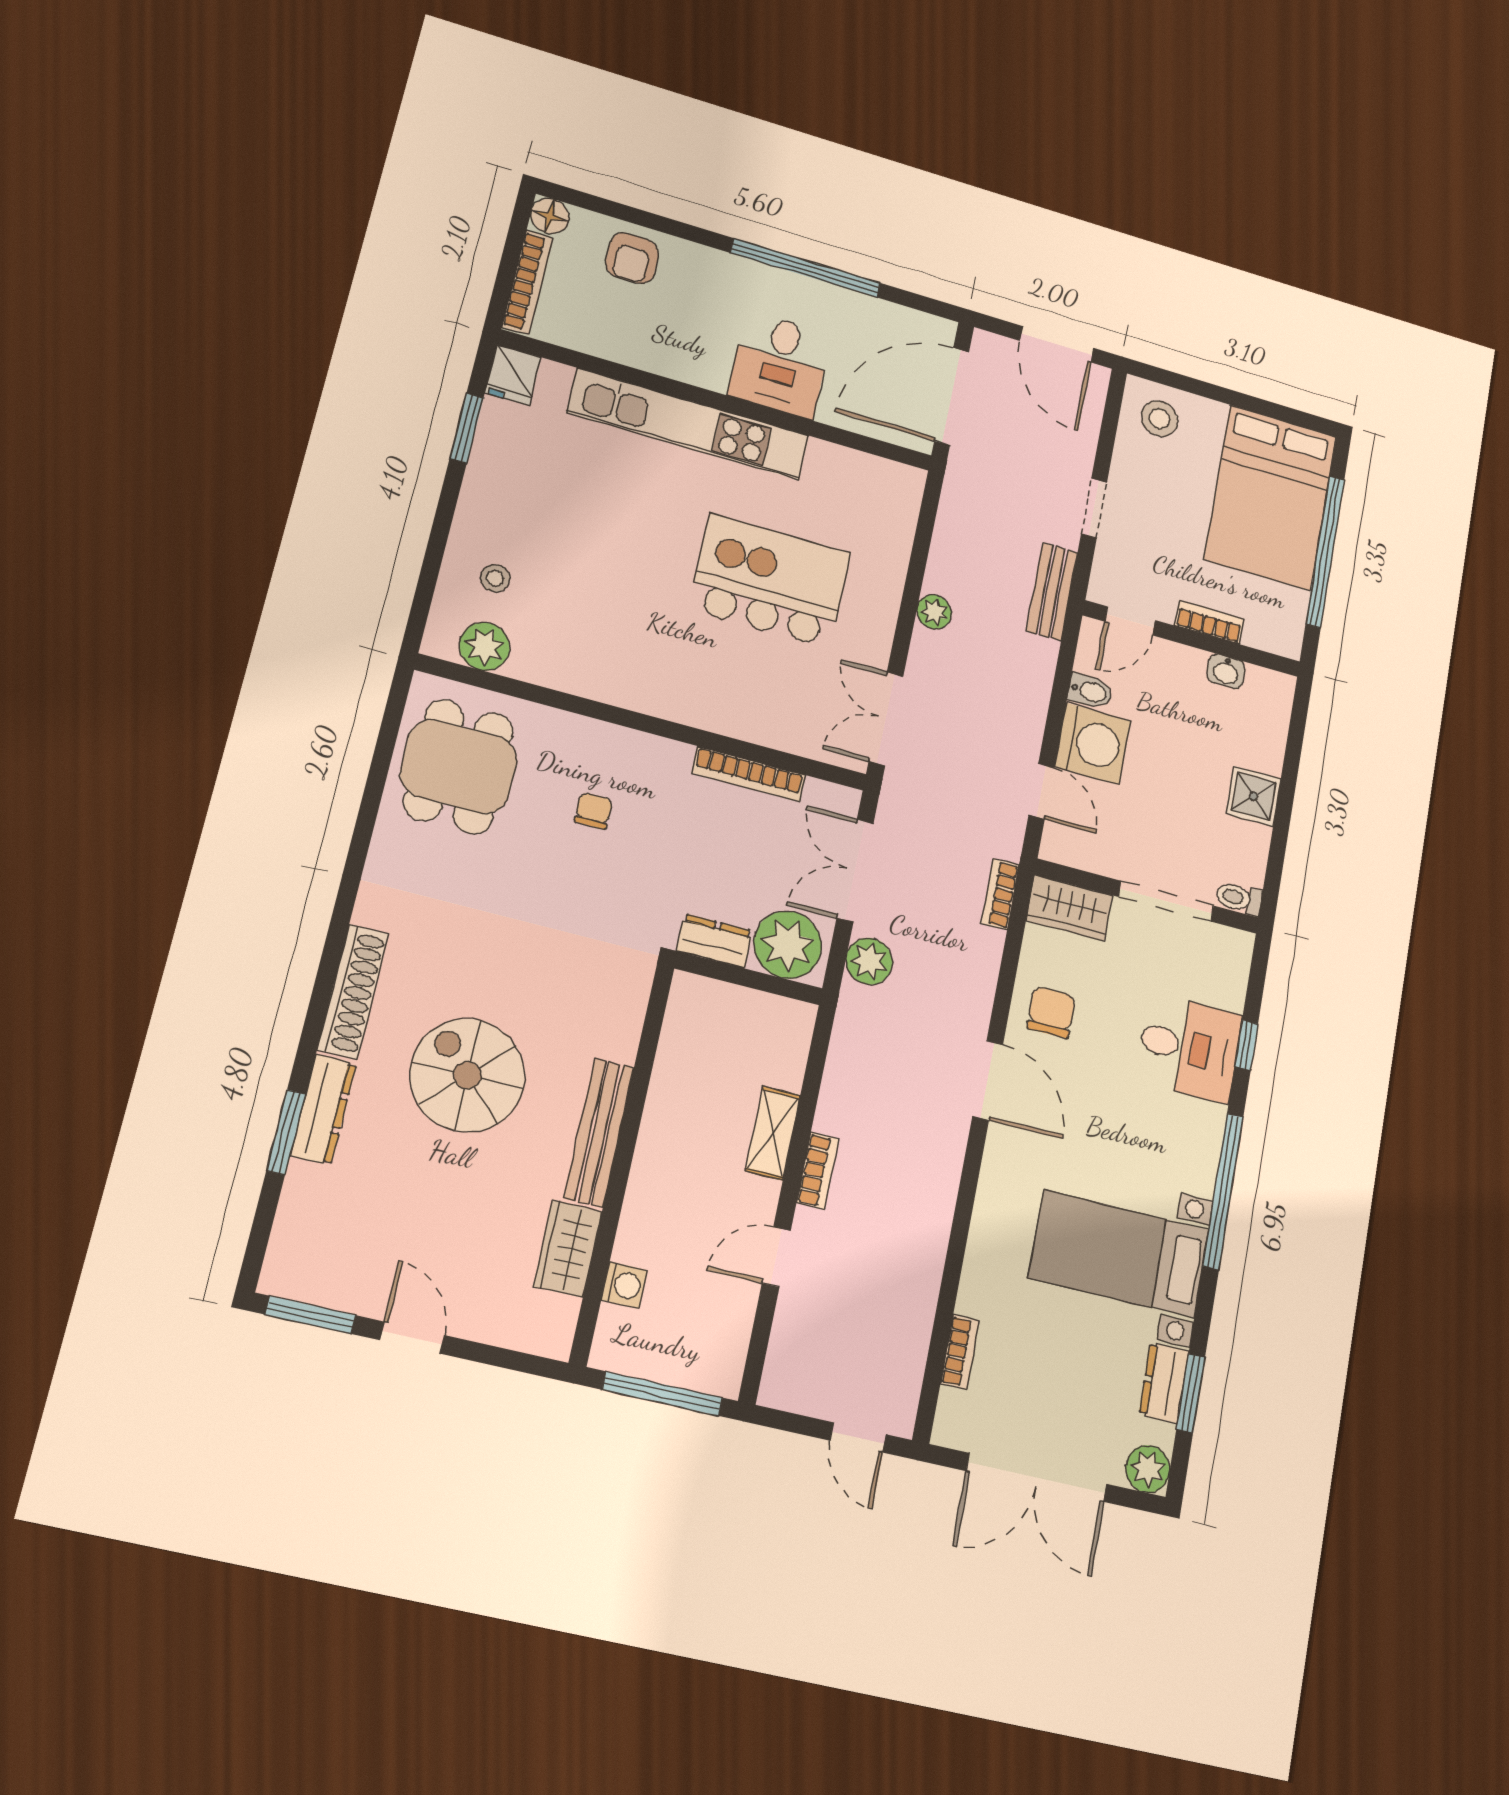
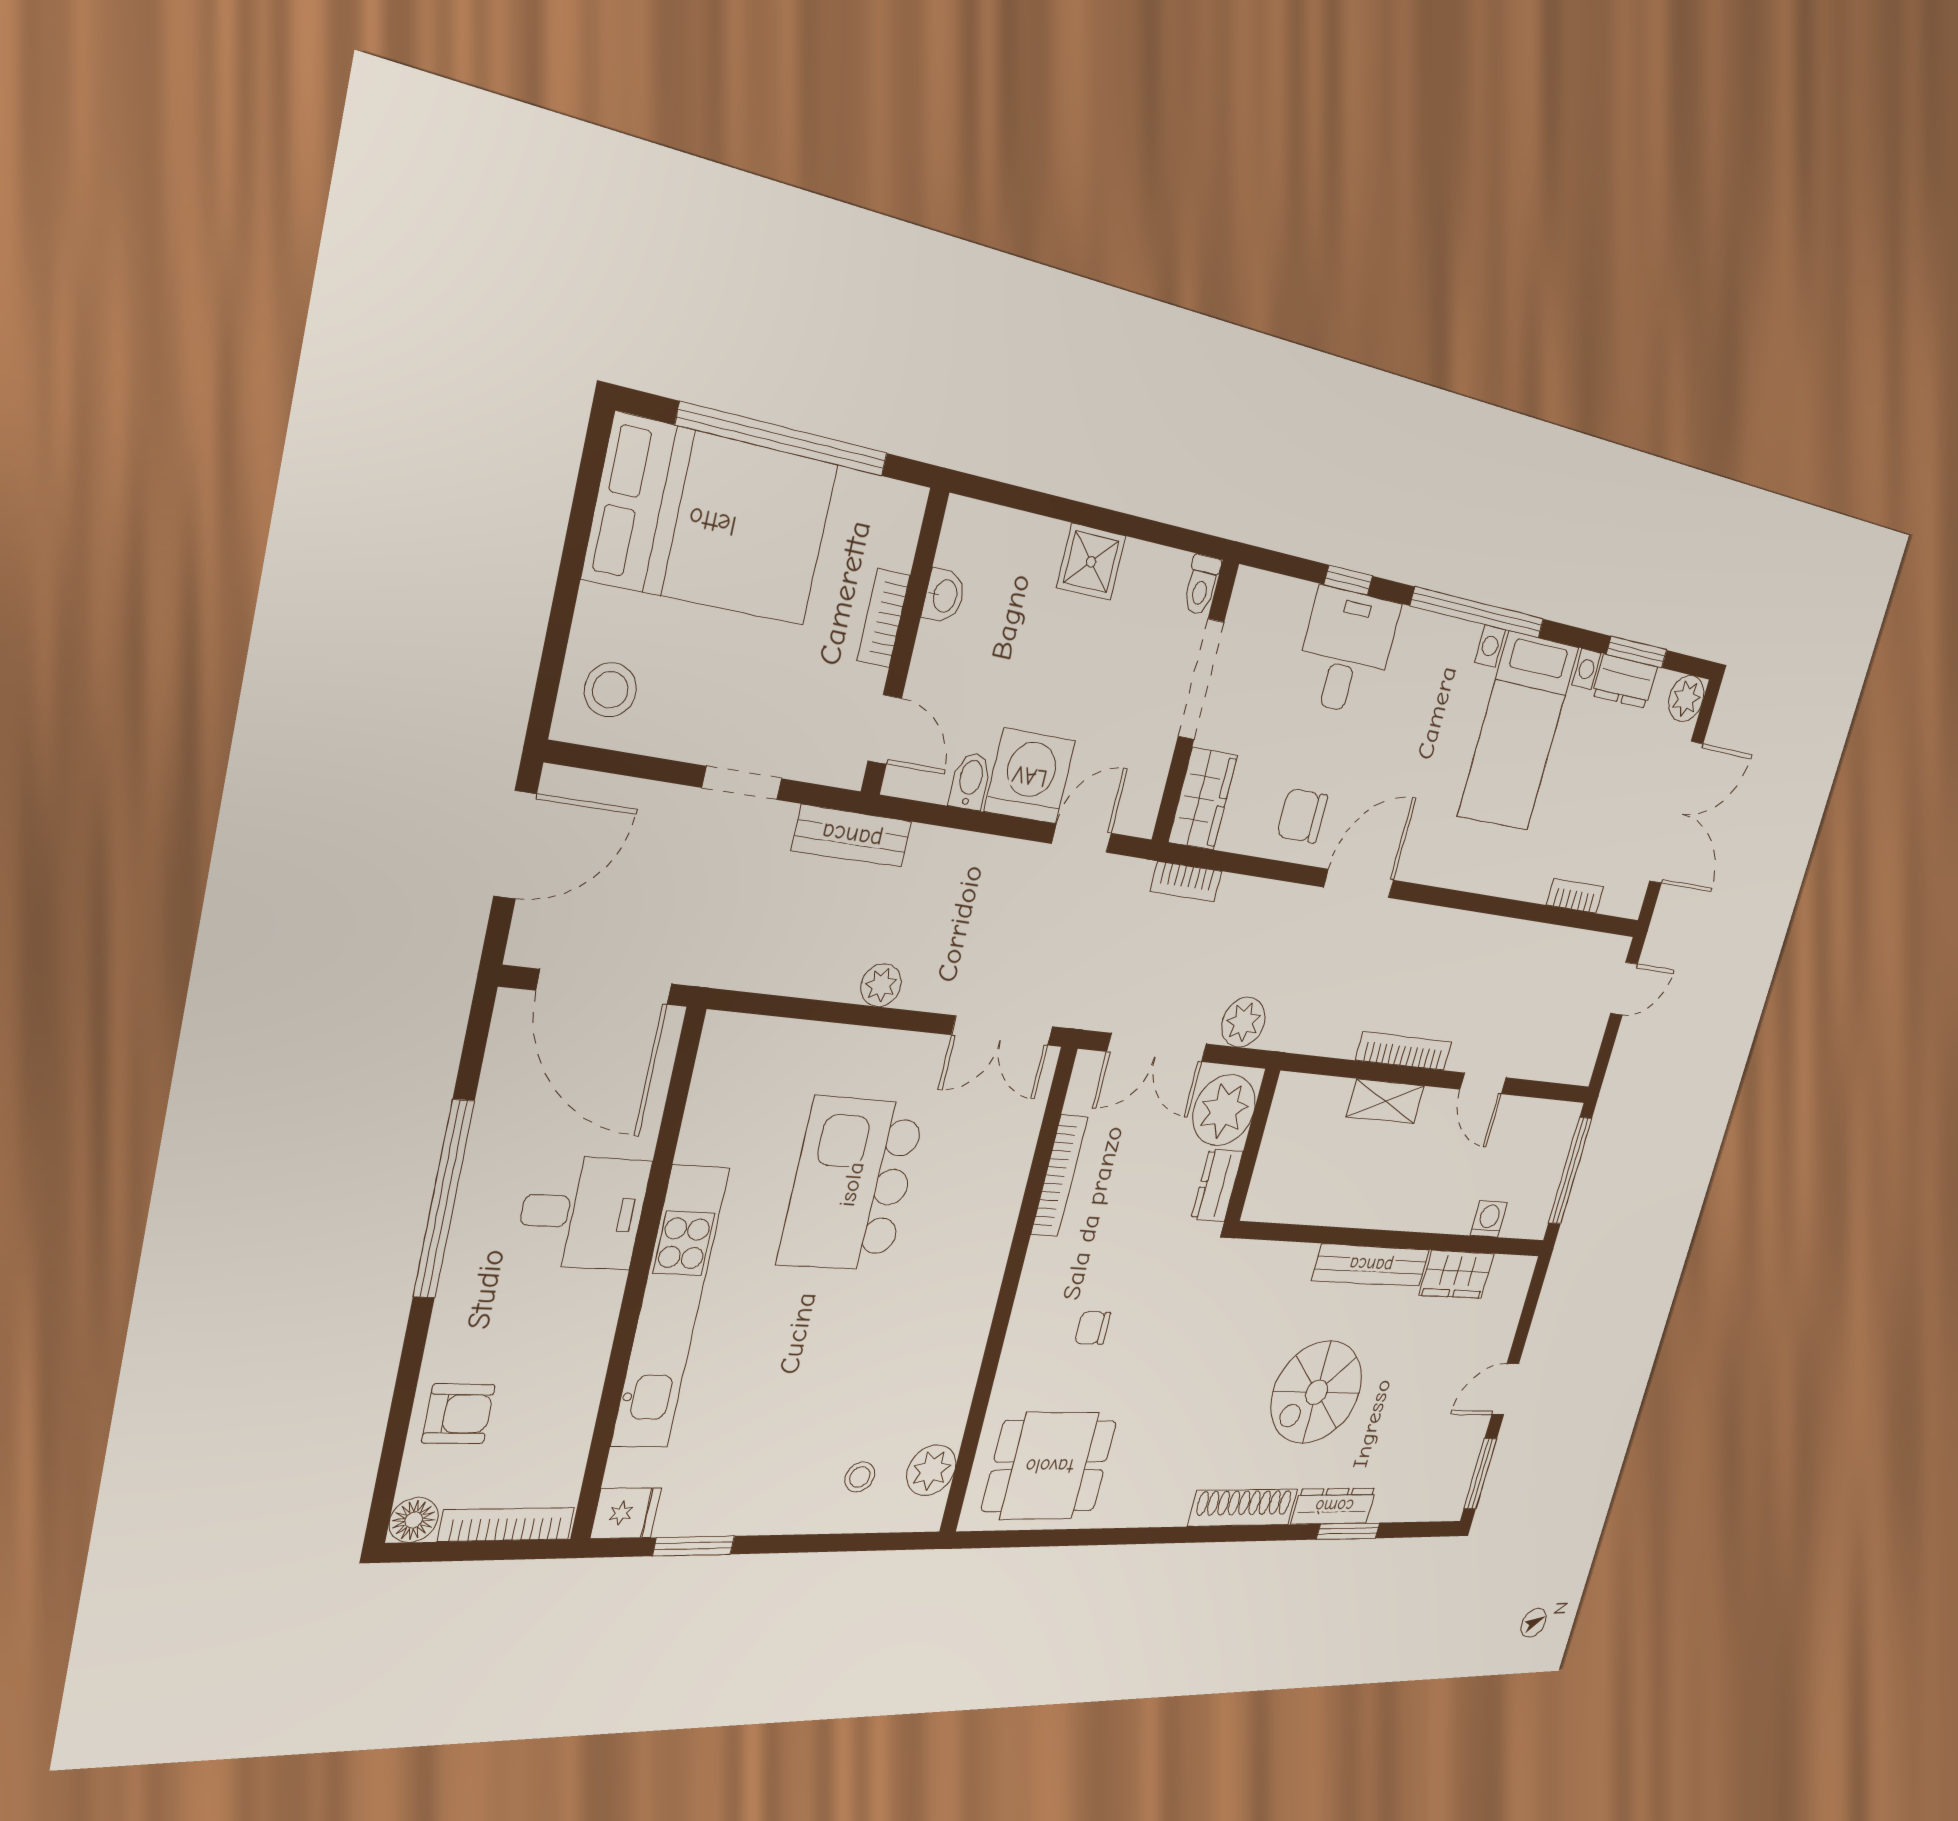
bookcase: (818, 1171) -> (1404, 1051), width x1.56

